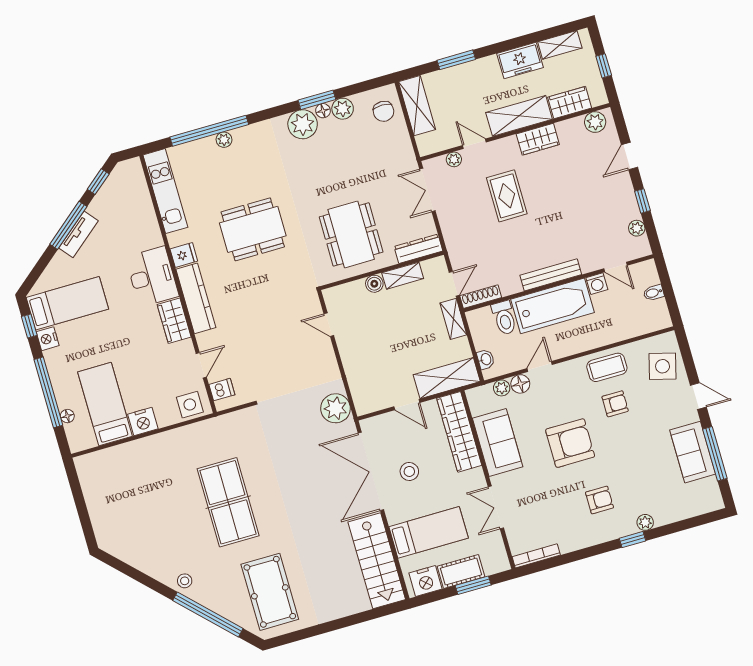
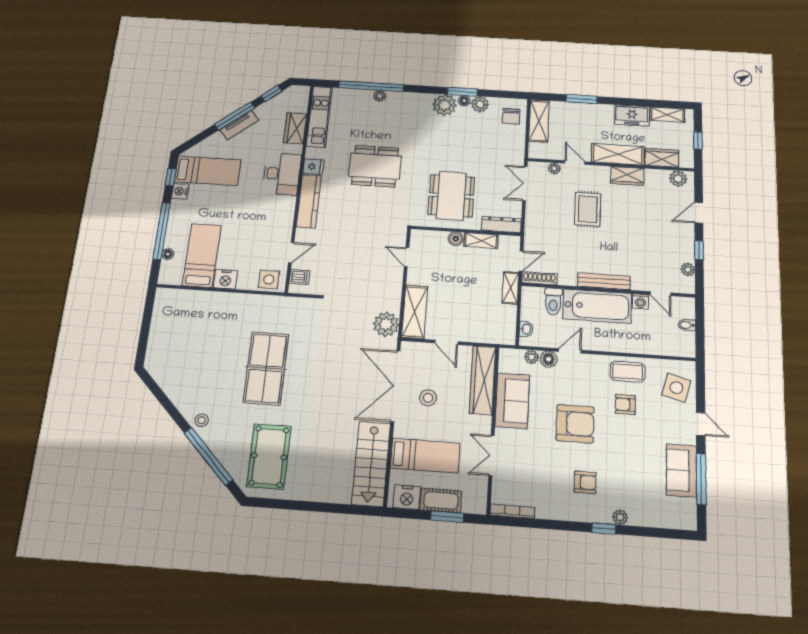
wardrobe: (174, 321) -> (295, 128), moved
shelving: (447, 378) -> (415, 312), moved, turned 90
armchair: (615, 404) -> (625, 404), turned 180

